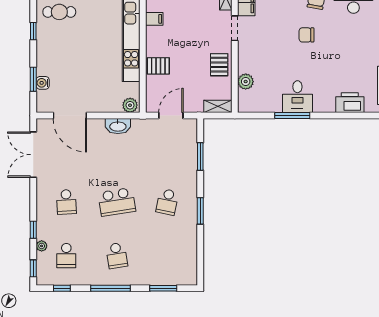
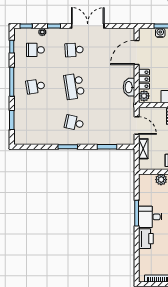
printer: (350, 103) -> (146, 239), moved
locker: (107, 105) -> (144, 79), added
shelving: (218, 106) -> (143, 149), moved
double door: (33, 155) -> (88, 26), moved

